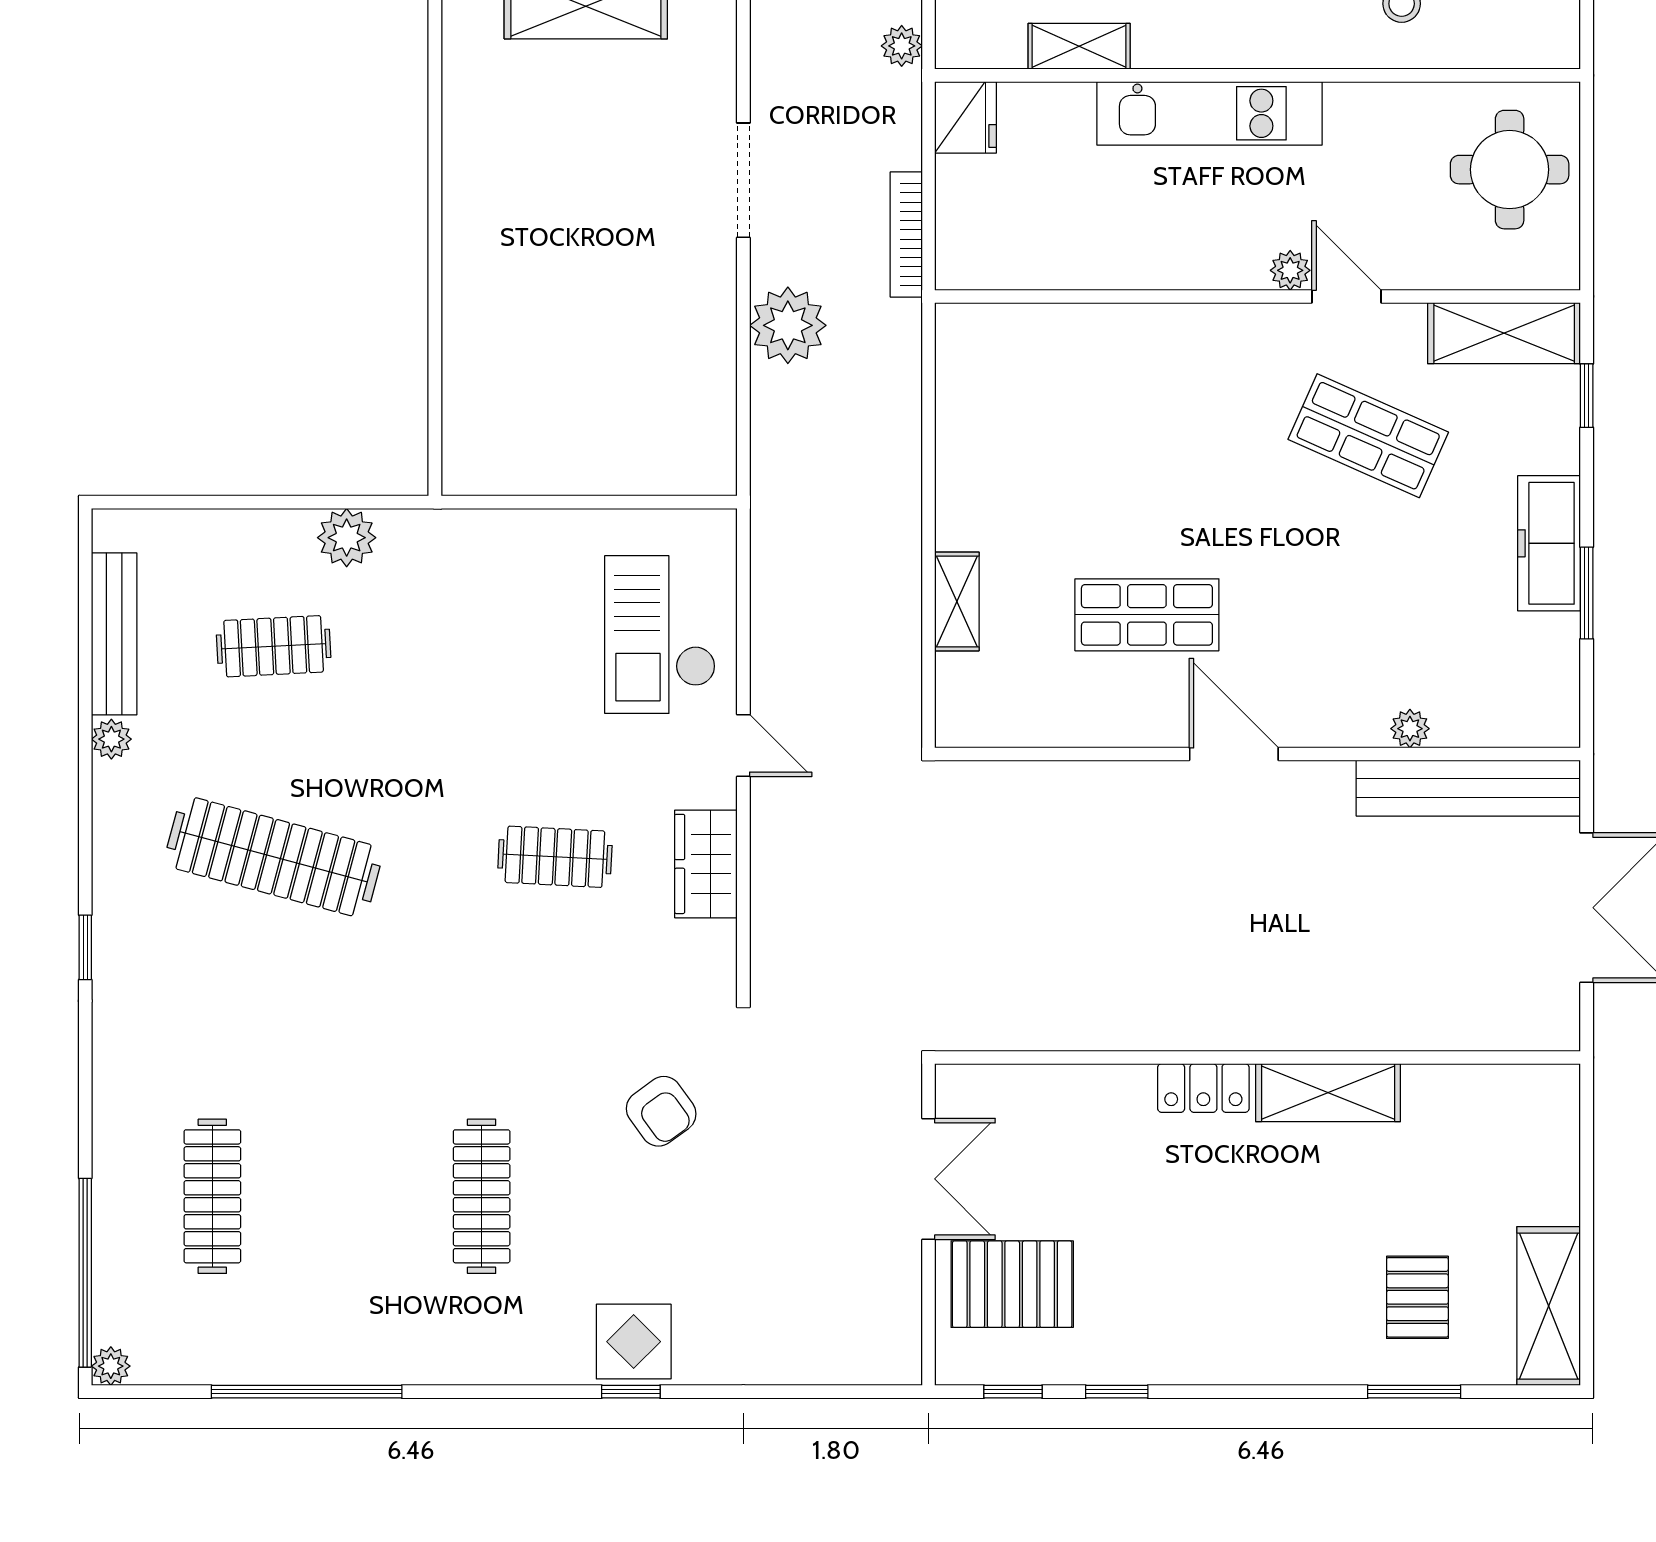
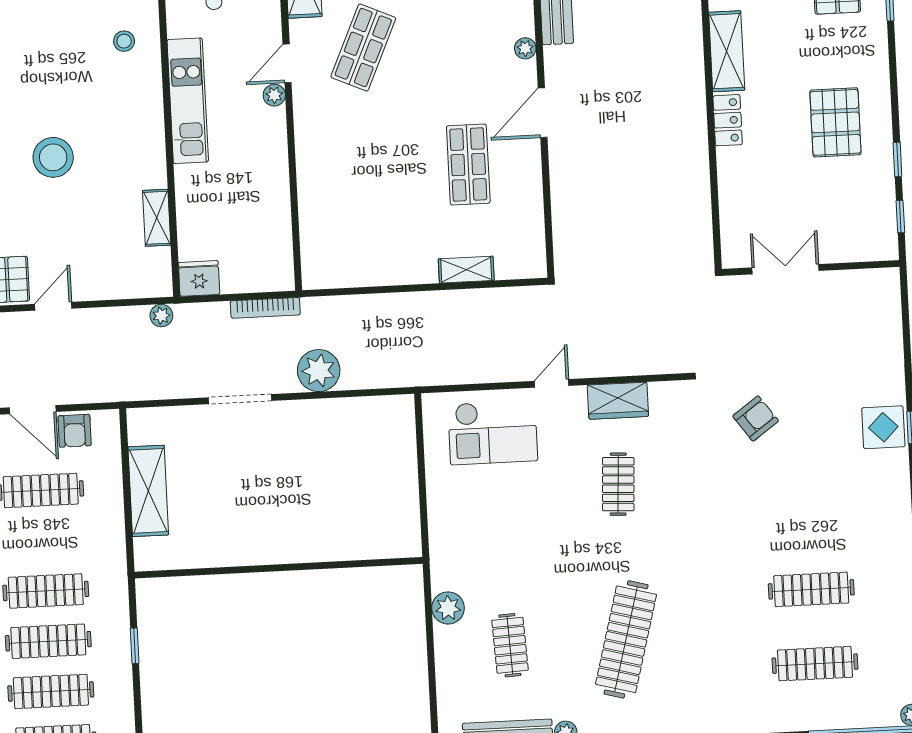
kitchen unit: (1210, 113) -> (188, 101), moved
plant: (1410, 729) -> (525, 48), moved
clothes rail: (482, 1196) -> (811, 589), moved
pallet: (1012, 1284) -> (835, 122), moved

